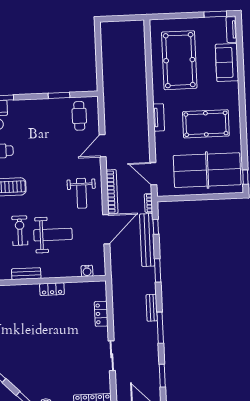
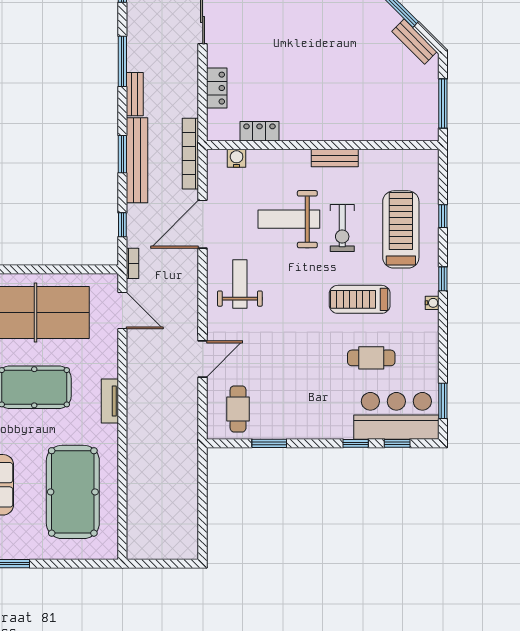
bookcase: (112, 192) -> (190, 154), moved
bench: (147, 240) -> (137, 160), moved
locker: (52, 289) -> (259, 131), moved

